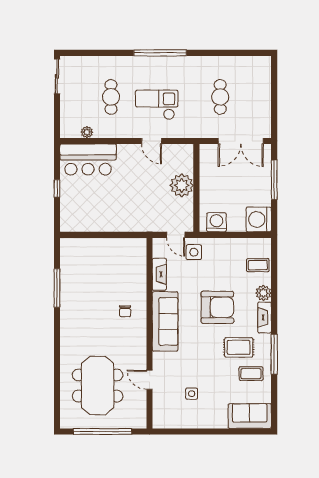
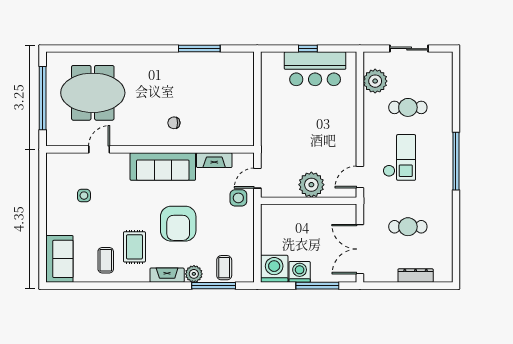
sliding door: (57, 76) -> (409, 49), moved
dresser: (265, 90) -> (416, 276), added
plant: (87, 132) -> (375, 81), width x1.88, depth x1.88
door: (152, 141) -> (360, 177), moved
bar counter: (88, 159) -> (315, 69), moved, turned -90
washing machine: (217, 222) -> (300, 272), moved, turned -90
window: (274, 354) -> (214, 286), moved

